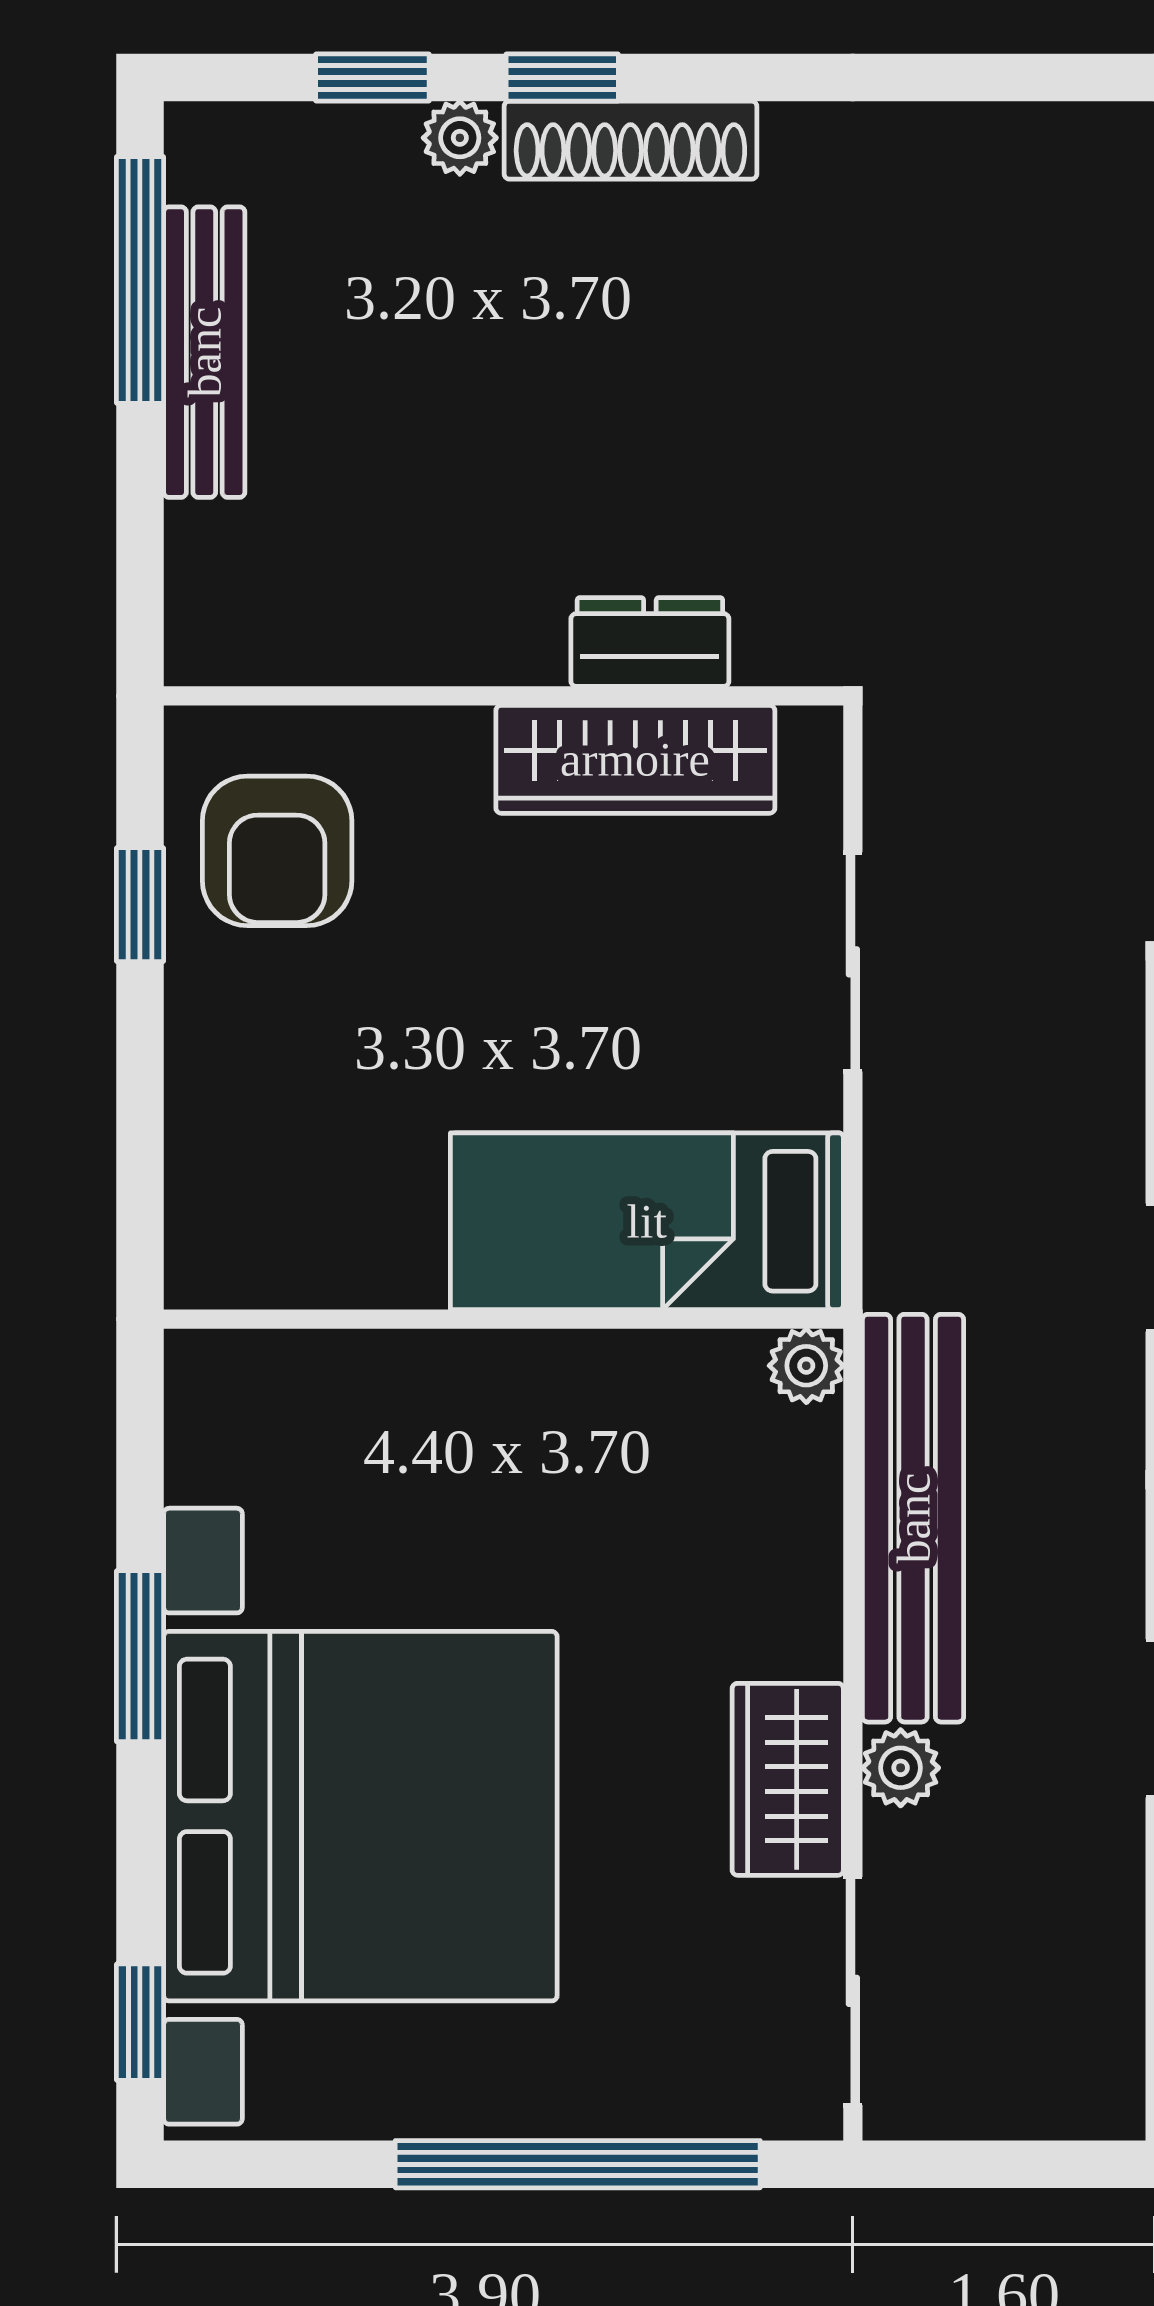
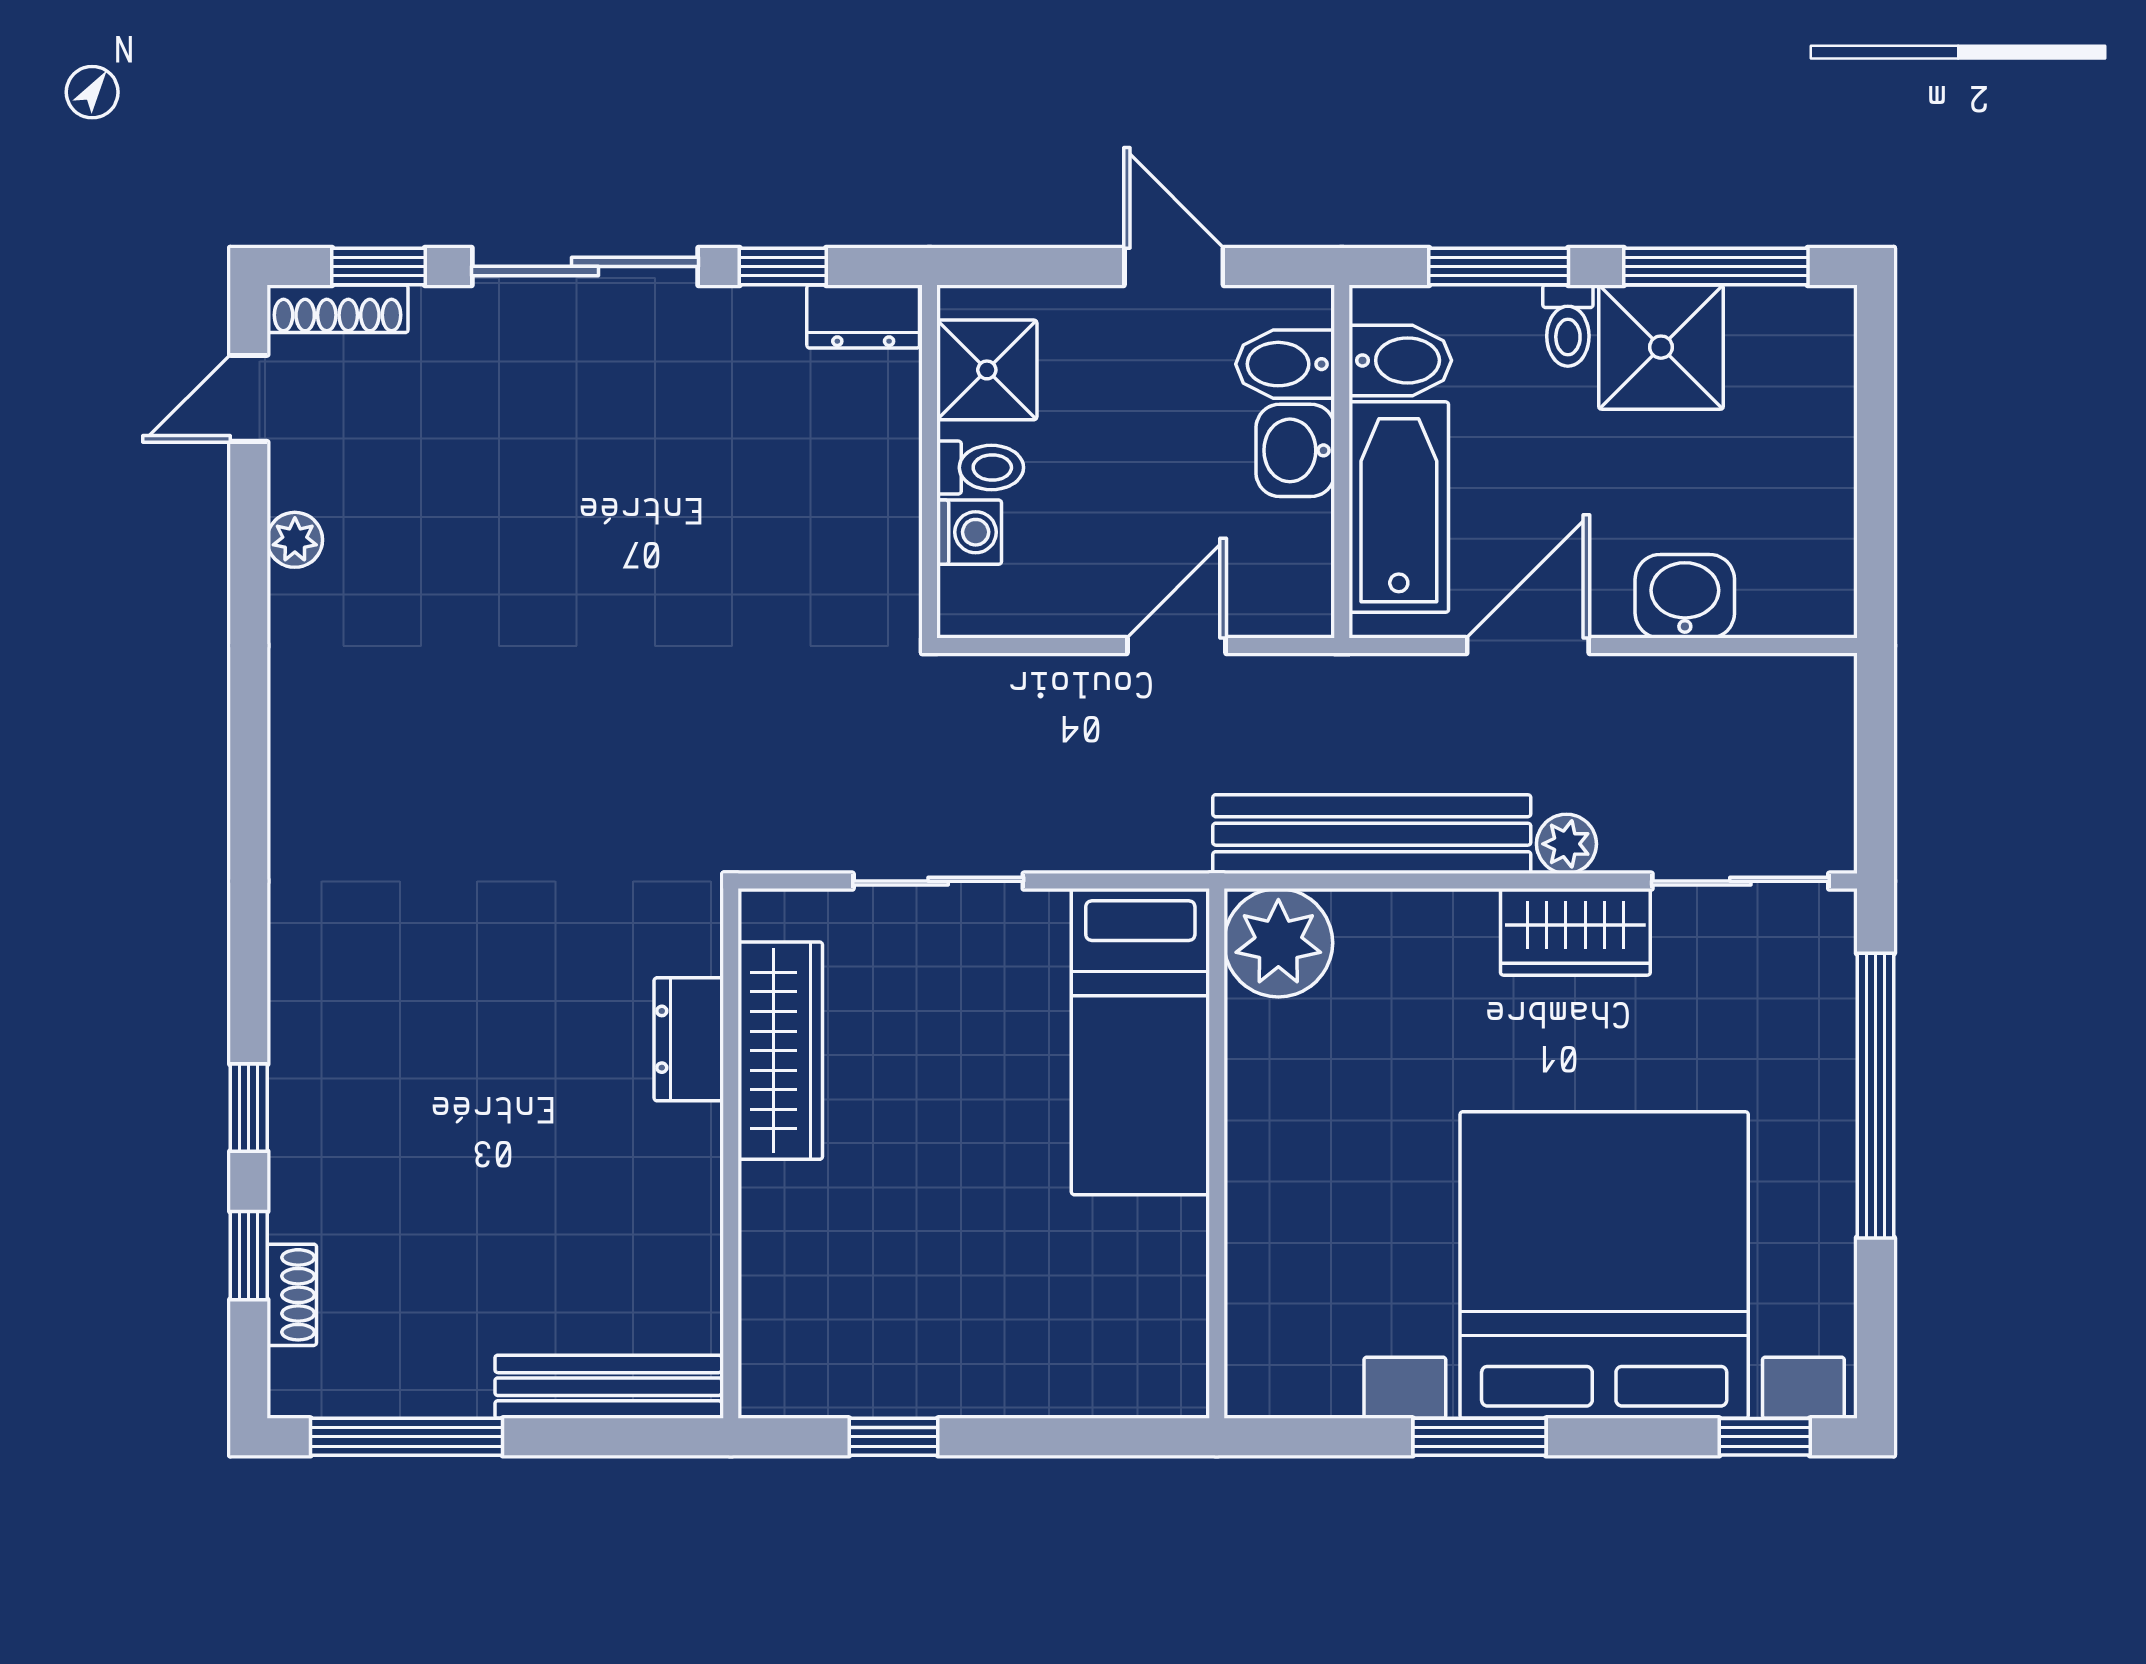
plant: (460, 138) -> (296, 1187), removed
shoe rack: (630, 140) -> (292, 1295), moved, width x0.51, depth x0.81
bench: (204, 352) -> (608, 1387), moved
armchair: (277, 851) -> (852, 1330), removed
plant: (806, 1366) -> (1278, 943), width x1.87, depth x1.87

